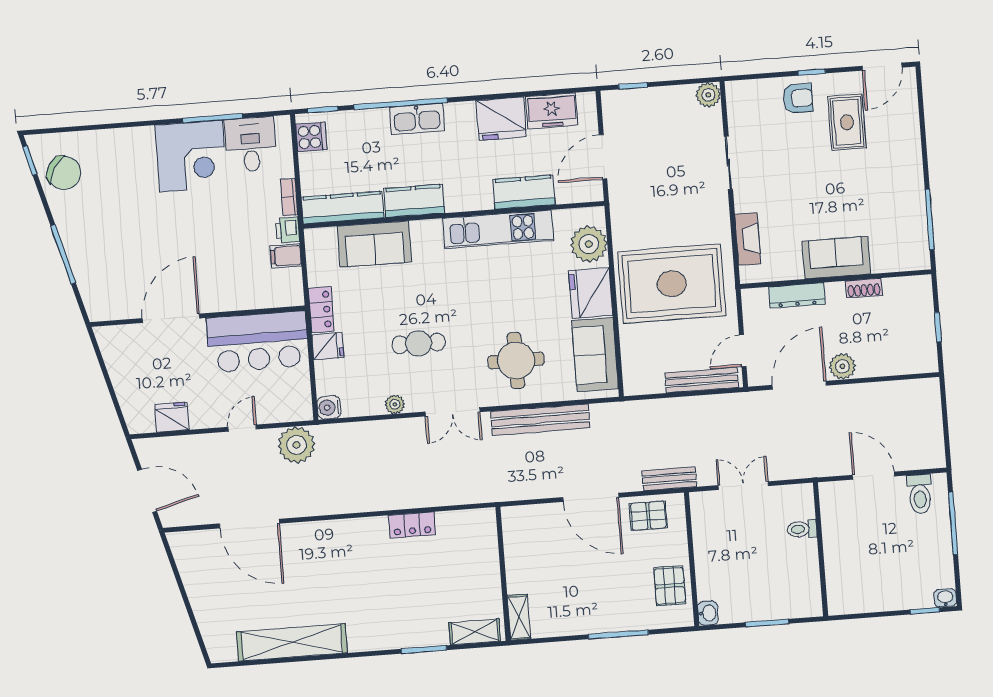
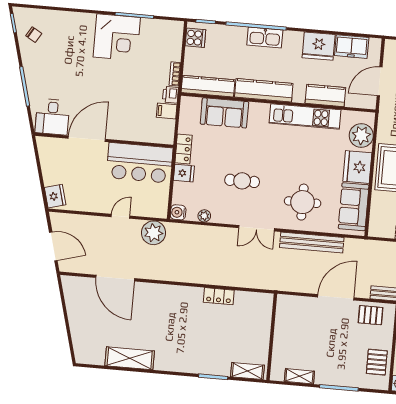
desk: (251, 144) -> (52, 117), moved, turned 180
chair: (64, 173) -> (34, 35), width x0.54, depth x0.54
kitchen counter: (414, 201) -> (264, 90), width x1.50
plant: (395, 404) -> (204, 216), moved
fridge: (172, 417) -> (55, 196), moved, turned 75
door: (591, 497) -> (336, 297), swing flipped
shelving: (519, 617) -> (299, 376), moved, turned 90
shelving: (292, 642) -> (130, 358), width x0.68

